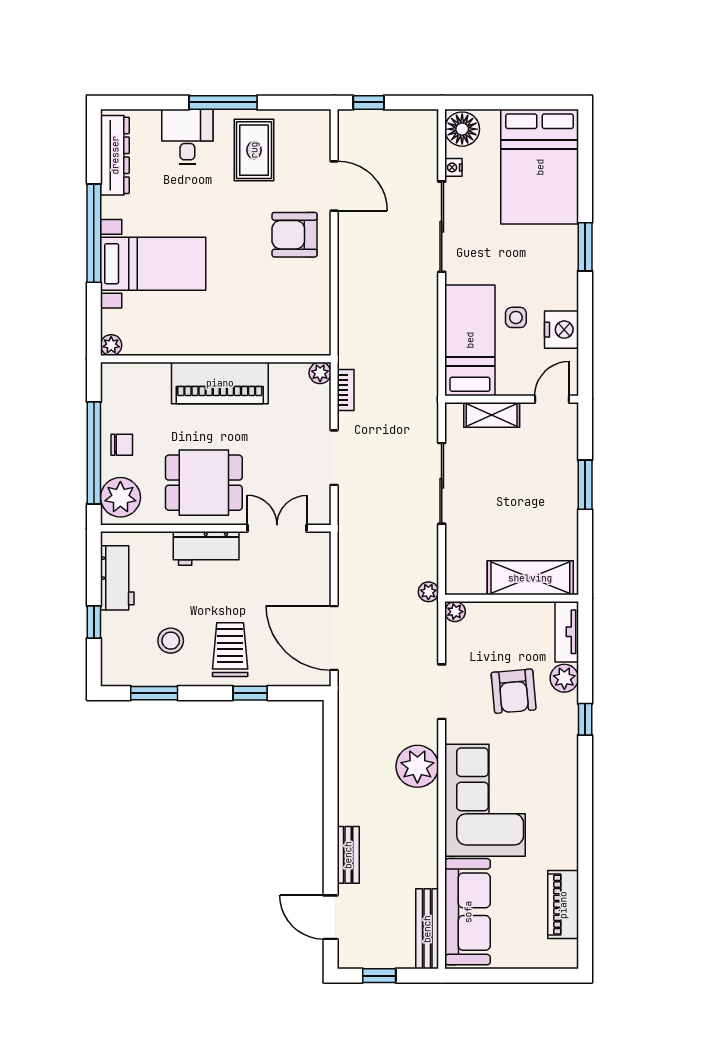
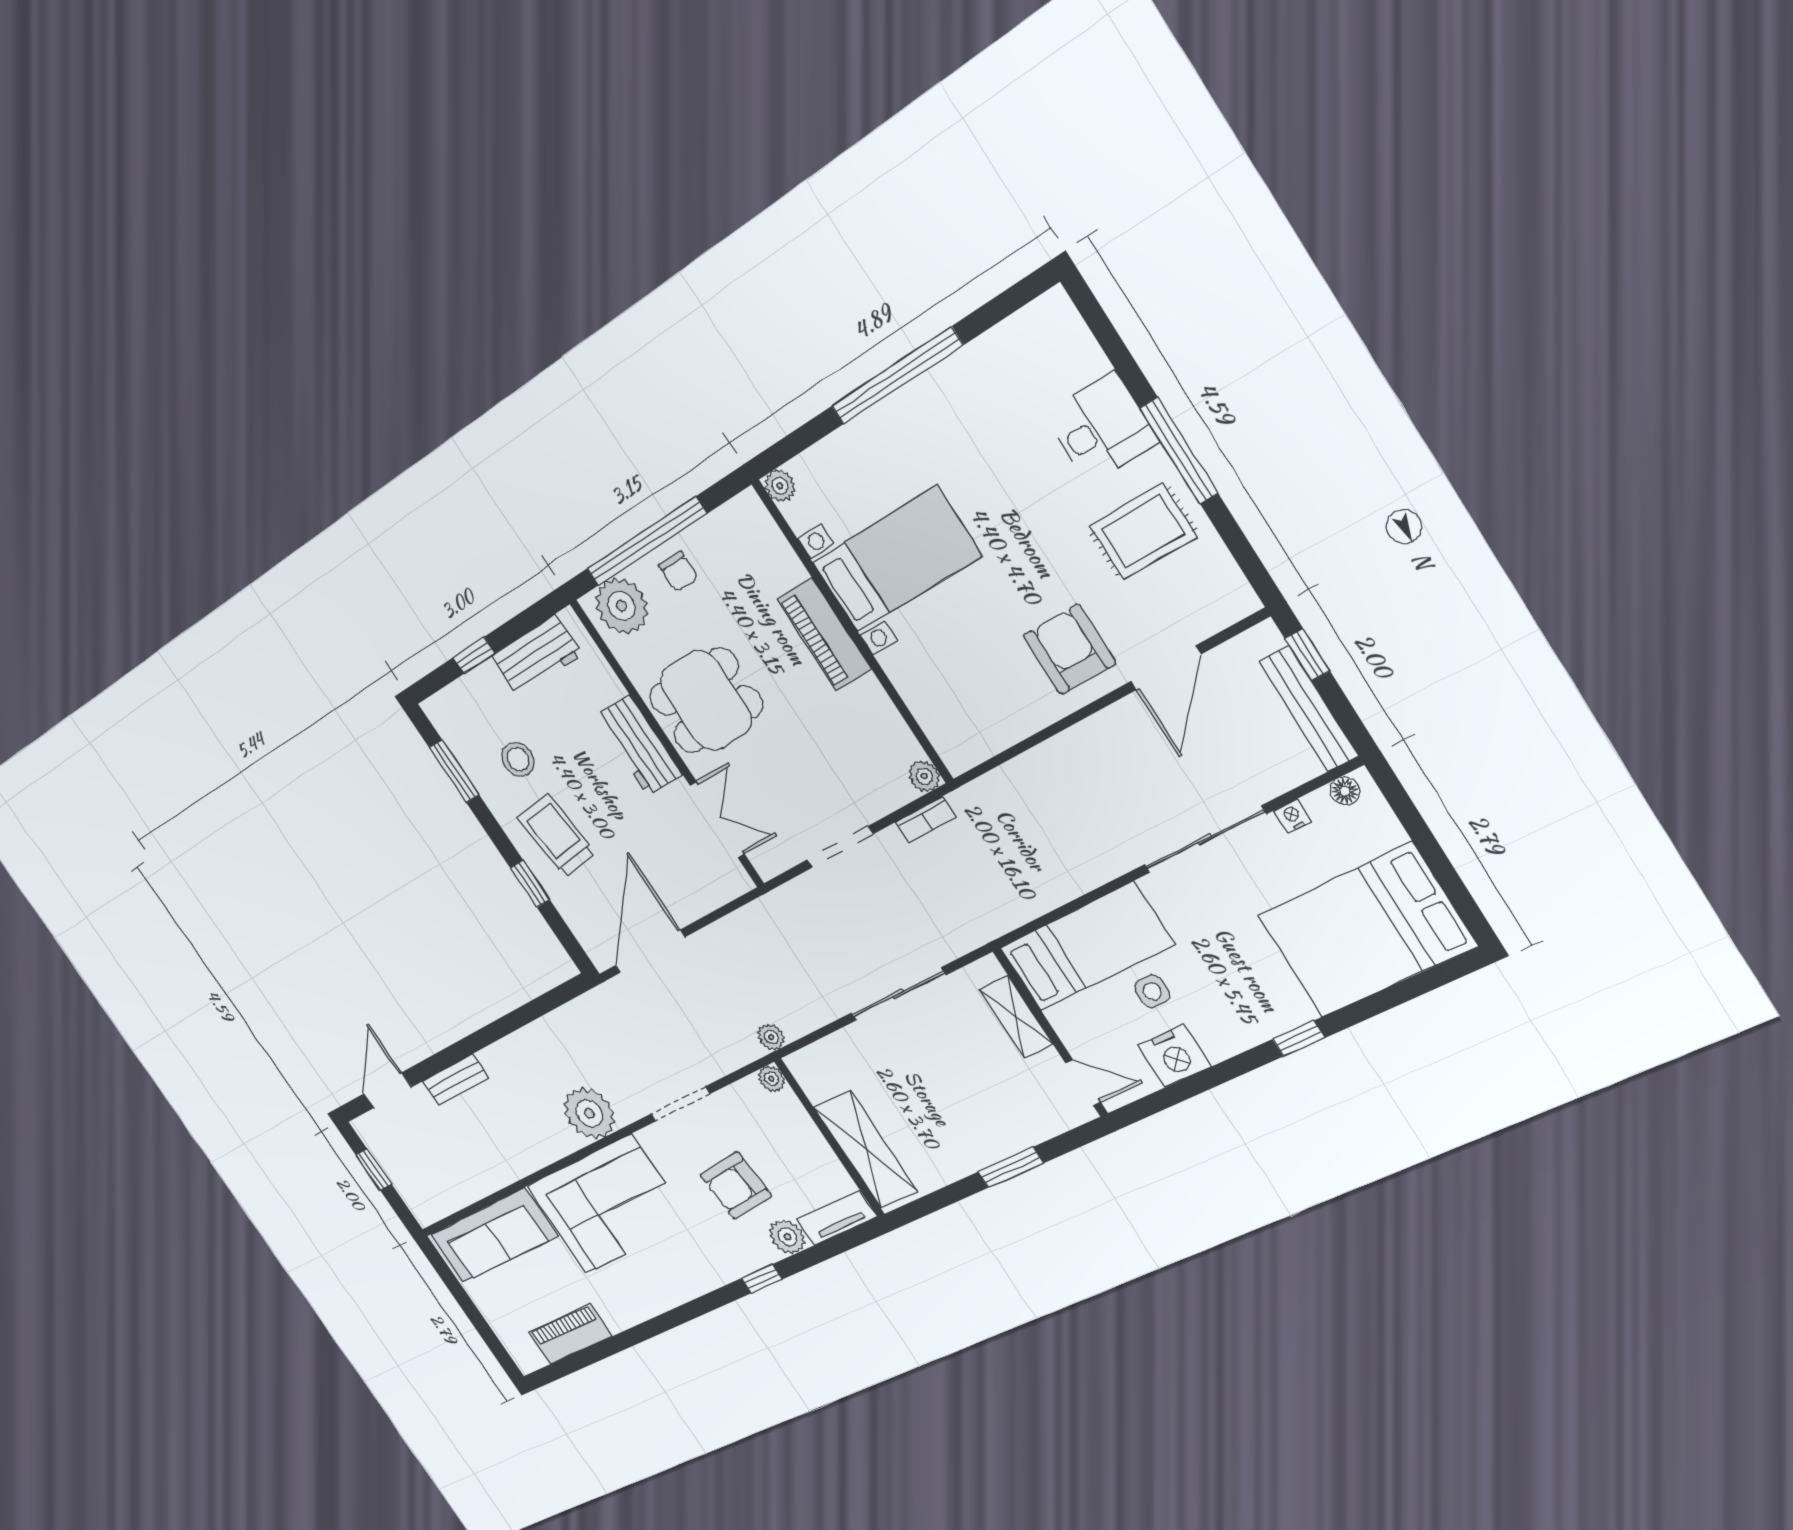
floor lamp: (462, 129) -> (1345, 791), width x0.53, depth x0.53
dresser: (115, 155) -> (1013, 341), removed
window: (585, 247) -> (1299, 1039), width x0.67
bed with nightstands: (153, 264) -> (897, 559), moved, turned -90
piano: (220, 383) -> (824, 634), width x0.73, depth x0.75
dining table: (204, 483) -> (706, 701), turned 90
trolley: (230, 650) -> (556, 835), turned -96
bench: (427, 929) -> (1309, 709), moved, turned 90

